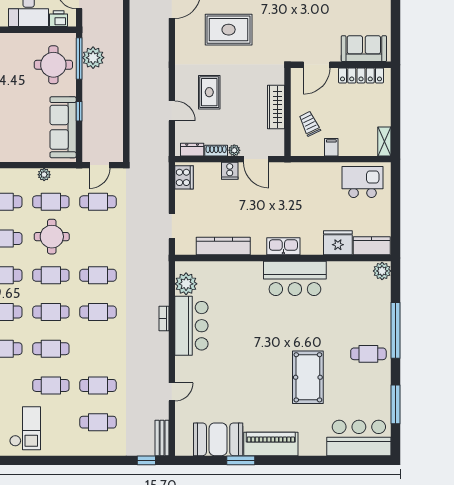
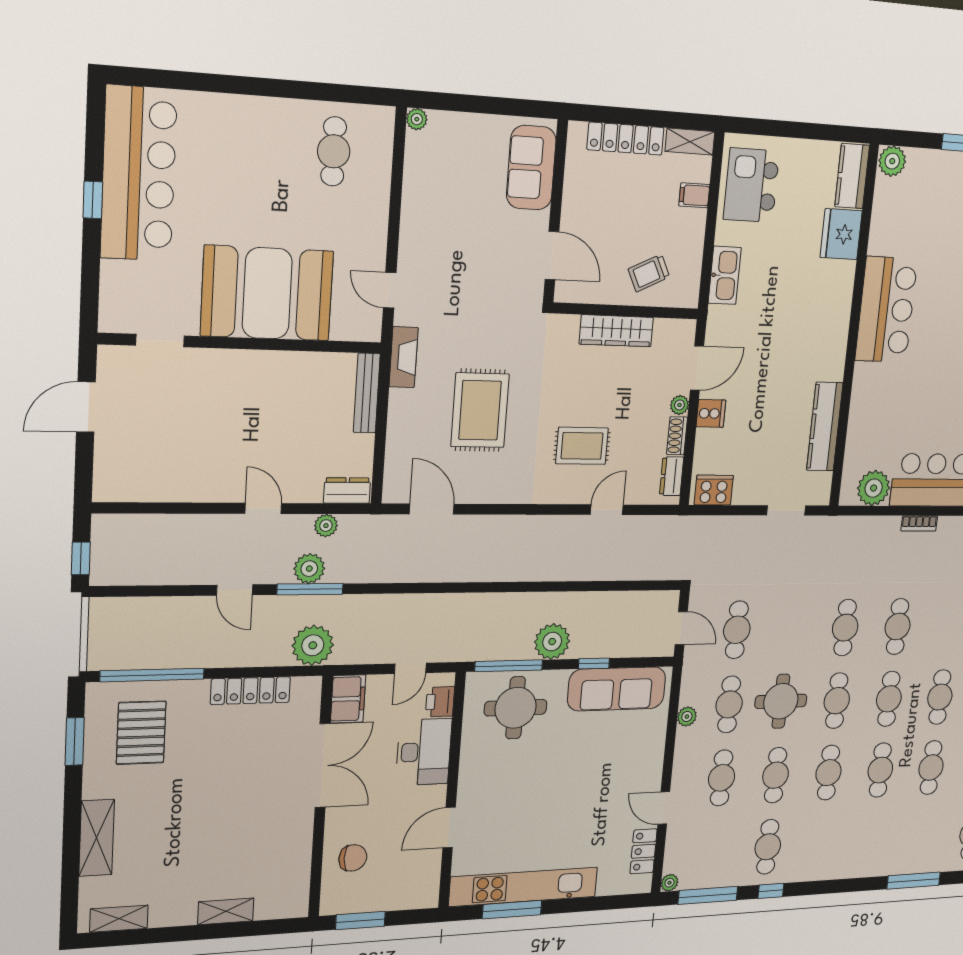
plant: (93, 58) -> (552, 642), moved
locker: (361, 75) -> (626, 139), moved, turned 90
filing cabinet: (331, 147) -> (694, 195), moved
kitchen sink: (283, 246) -> (725, 275), moved, turned 180

